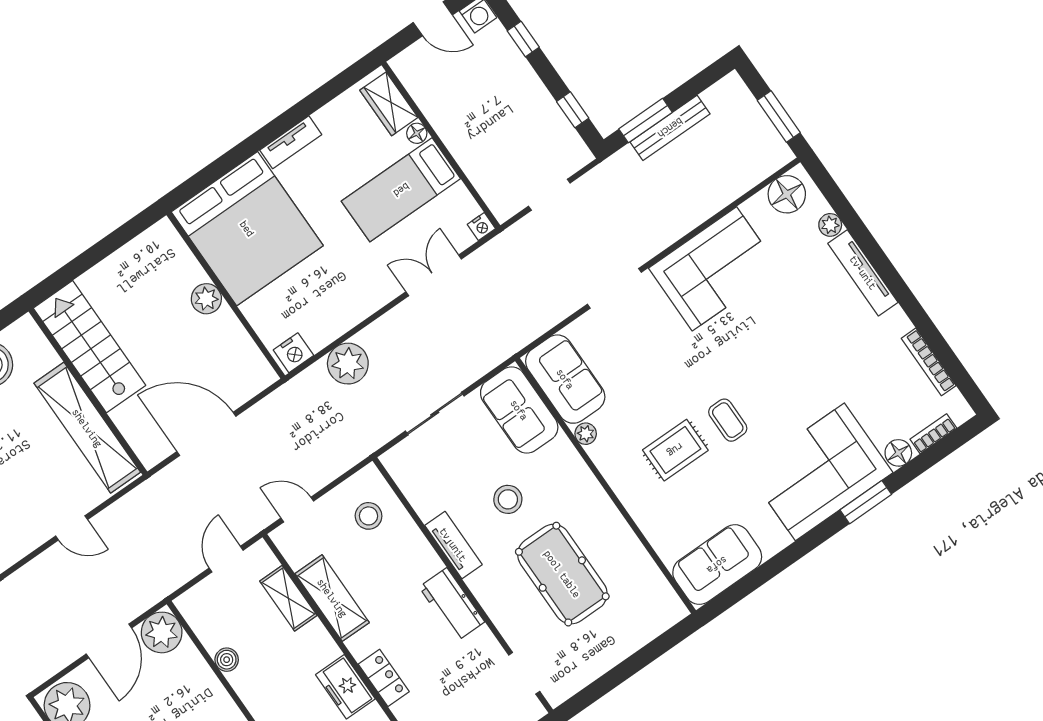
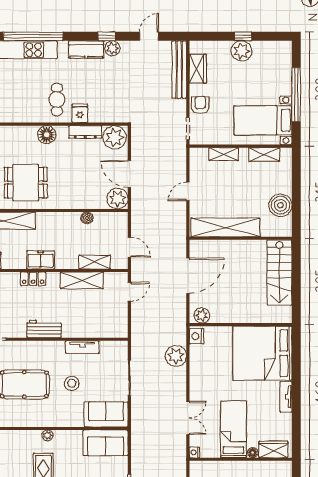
plant: (206, 299) -> (202, 315), moved
stairs: (89, 347) -> (279, 273), moved, turned 90
plant: (586, 434) -> (47, 435), moved
stool: (369, 516) -> (106, 320), removed
tv unit: (453, 545) -> (82, 347), moved

